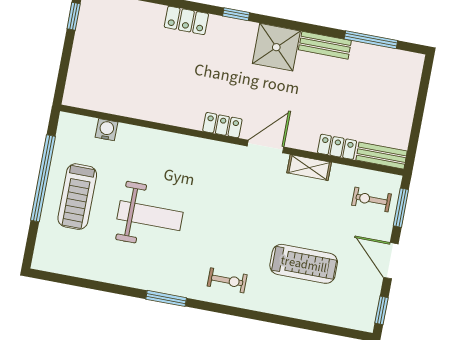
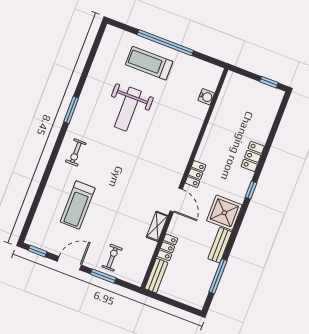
locker: (222, 125) -> (195, 174), moved
water cooler: (107, 130) -> (206, 97), moved
wall: (232, 140) -> (184, 179), moved
door: (266, 146) -> (176, 200), moved
locker: (337, 147) -> (167, 247), moved
bench: (382, 156) -> (156, 276), moved
shelving: (309, 168) -> (157, 226), moved

